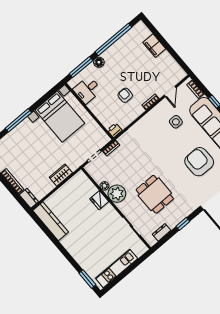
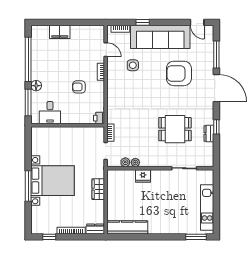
bed with nightstands: (60, 117) -> (52, 181), moved
plant: (117, 194) -> (125, 162), moved, width x0.53, depth x0.53
dresser: (162, 232) -> (209, 133), moved

